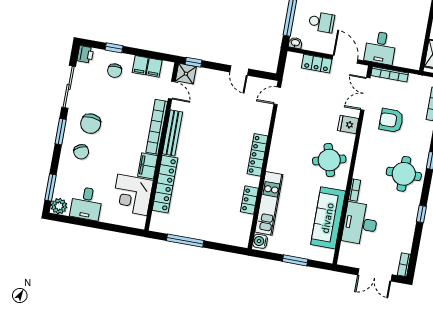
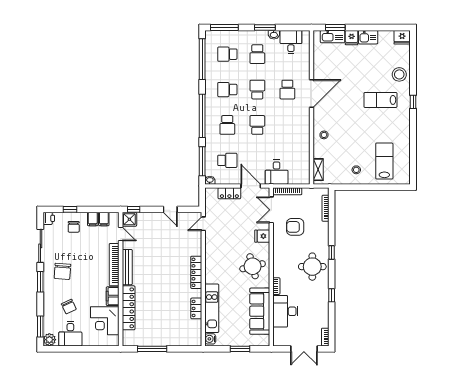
chair: (81, 152) -> (69, 307), moved

